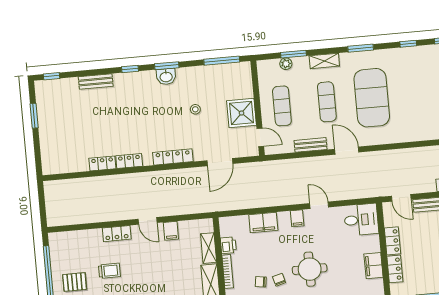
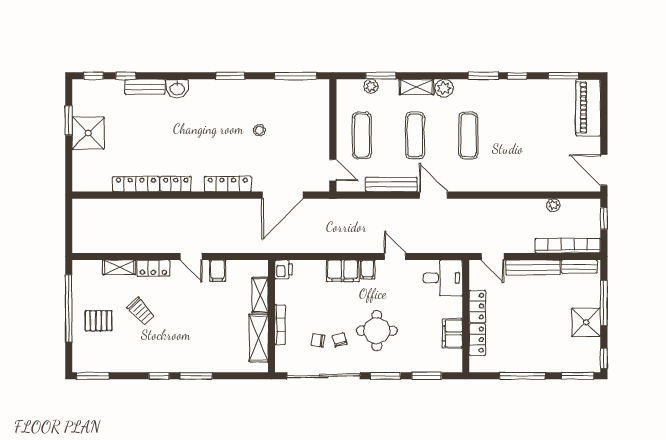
window: (361, 48) -> (484, 76), moved
plant: (348, 60) -> (444, 88), added
window: (130, 69) -> (126, 76), moved
washbasin: (166, 77) -> (177, 88), moved
exercise mat: (372, 98) -> (468, 135), width x0.50, depth x0.69
shower: (242, 113) -> (88, 133), moved
bench: (311, 145) -> (391, 184), width x1.36
door: (220, 162) -> (283, 195), width x1.36
locker: (102, 163) -> (136, 184), width x1.53
filing cabinet: (263, 222) -> (343, 271), moved
shelving: (88, 235) -> (119, 267), added
printer: (228, 245) -> (284, 269), moved
trolley: (109, 271) -> (141, 311), turned 47

